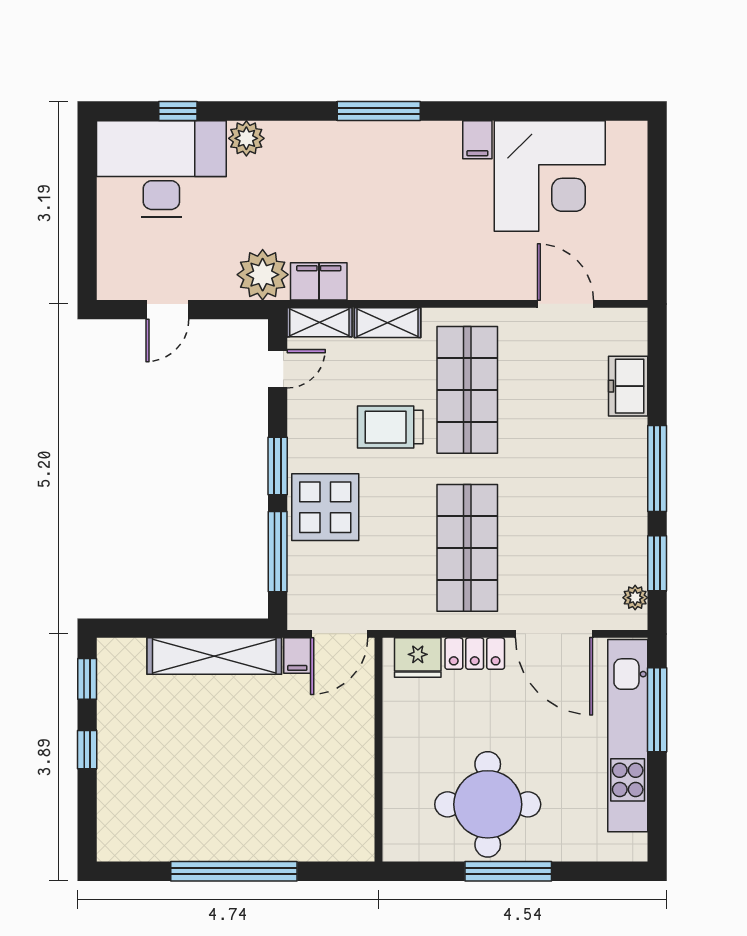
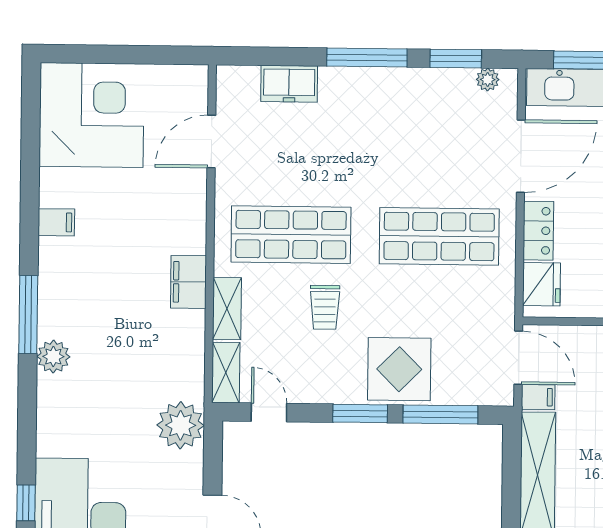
plant: (246, 138) -> (53, 357), moved
corner desk: (550, 176) -> (92, 115), moved
filing cabinet: (319, 281) -> (188, 282), moved
trolley: (390, 427) -> (325, 307), width x0.73, depth x0.72

